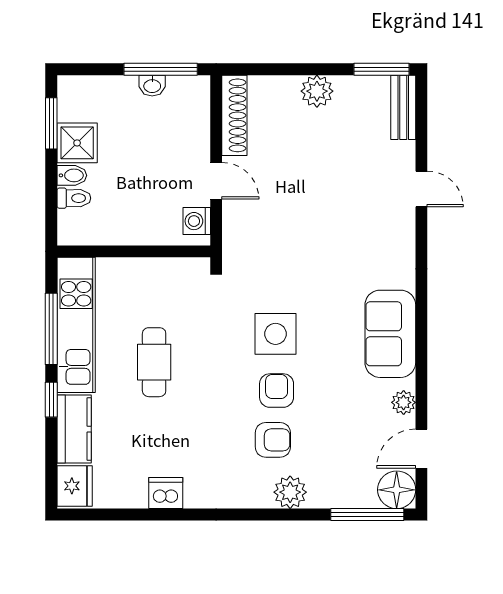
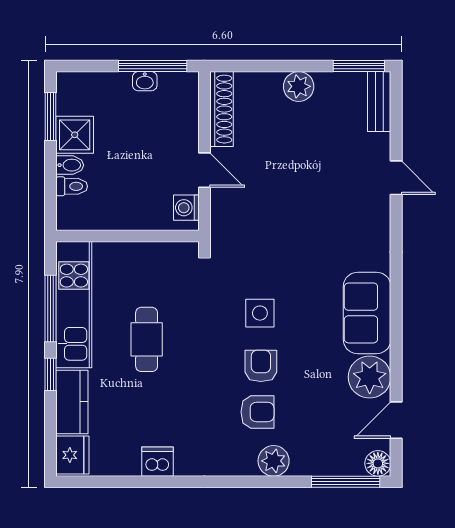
side table: (275, 334) -> (260, 313), width x0.73, depth x0.73
plant: (404, 402) -> (370, 377), width x1.87, depth x1.87
floor lamp: (397, 490) -> (378, 463), width x0.73, depth x0.73

